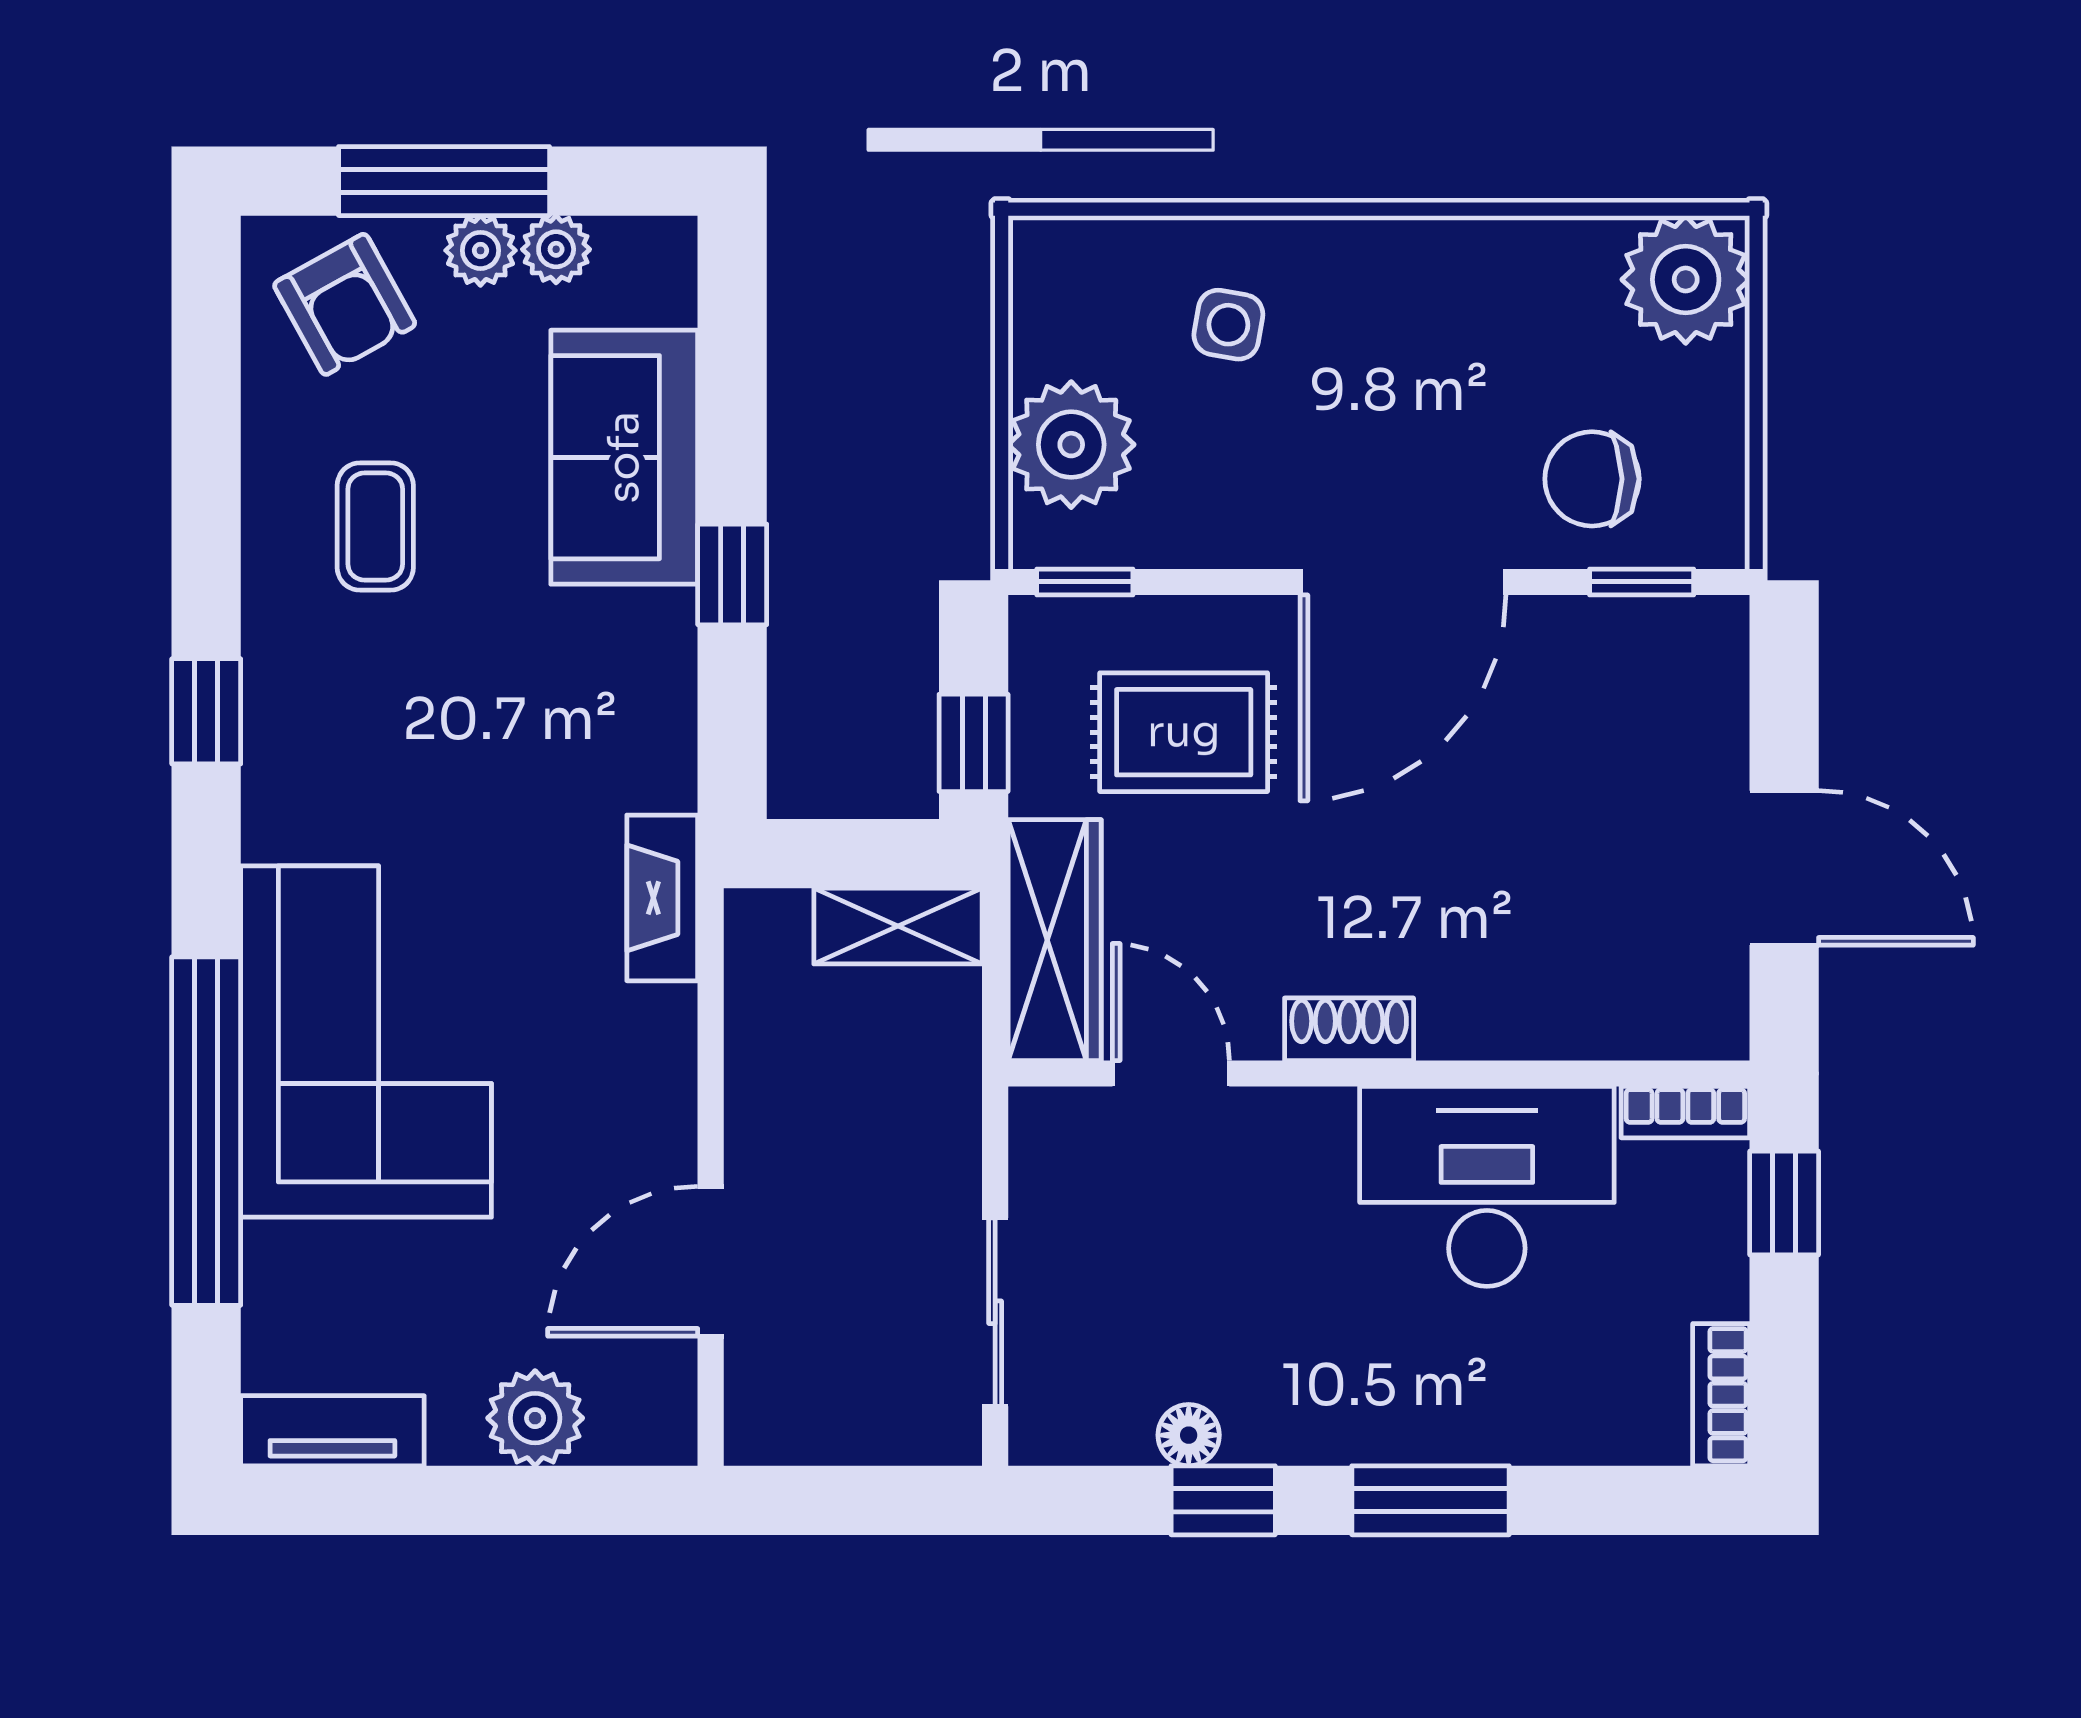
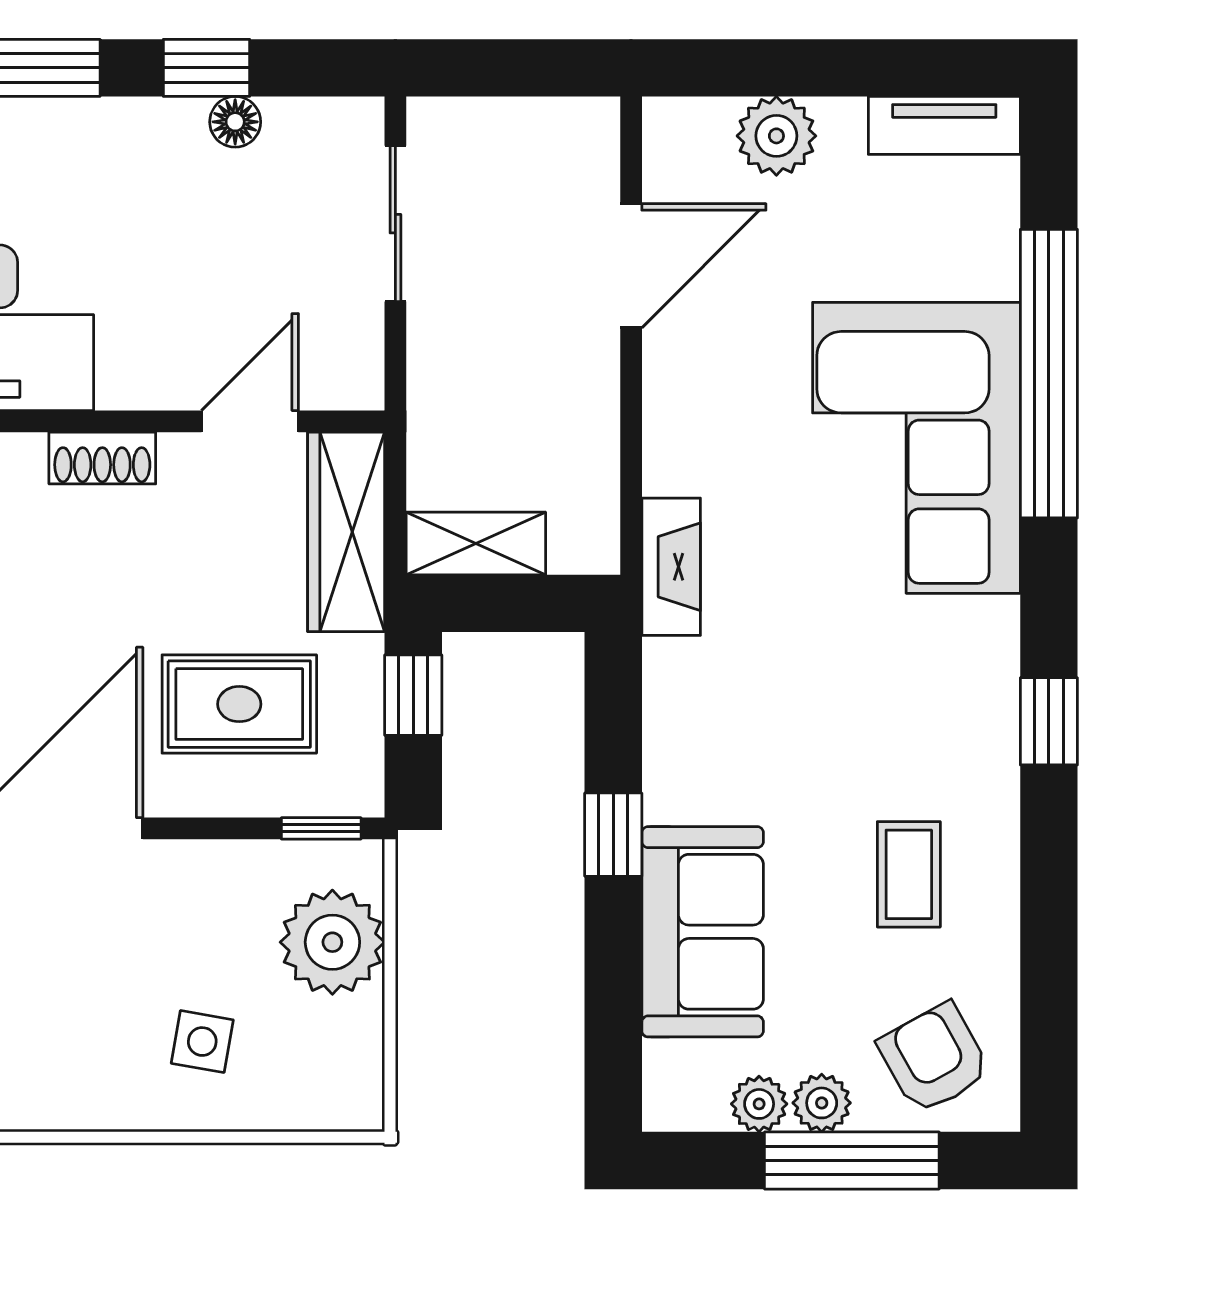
door: (1171, 1073) -> (250, 421), swing flipped

